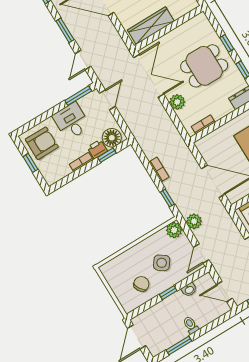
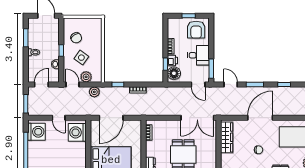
plant: (177, 102) -> (171, 125), removed
plant: (174, 230) -> (86, 77), moved

